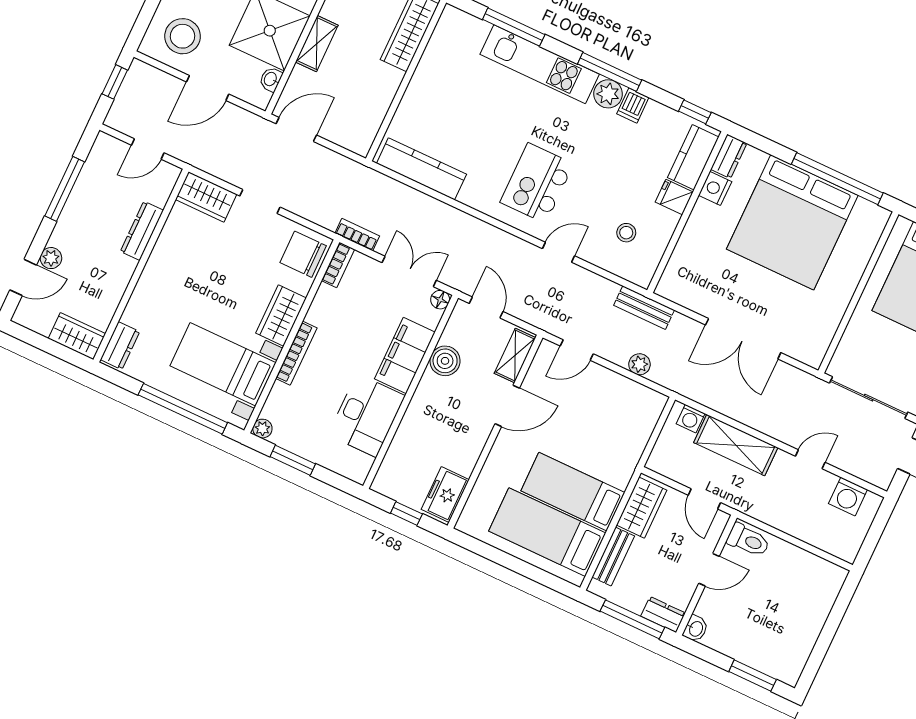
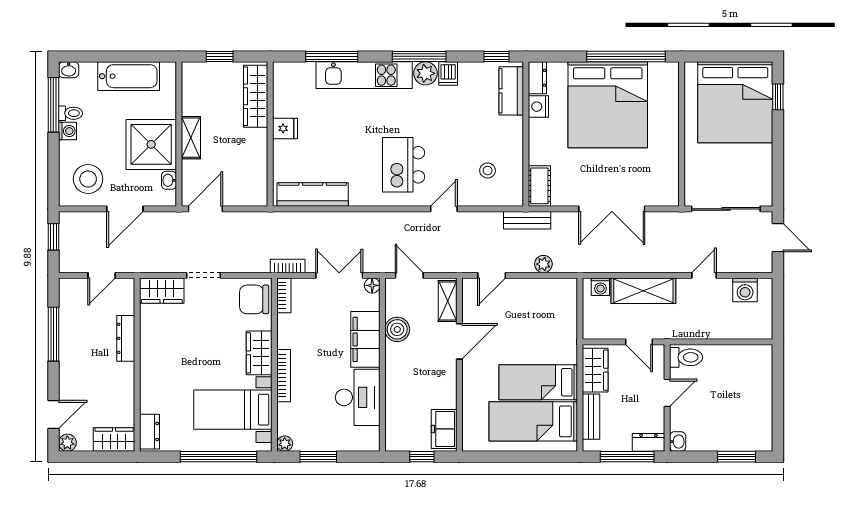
fridge: (674, 197) -> (285, 128), moved, turned 180
plant: (51, 258) -> (67, 443), moved
cot: (675, 276) -> (539, 186), added

